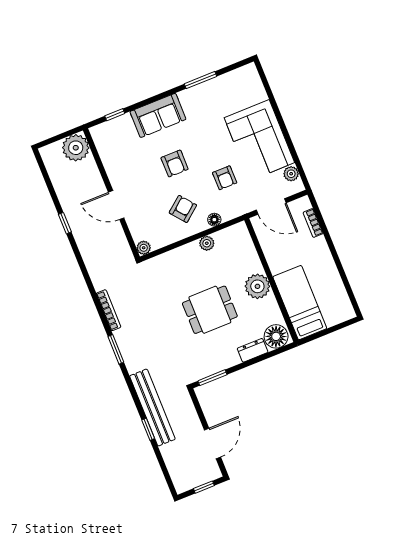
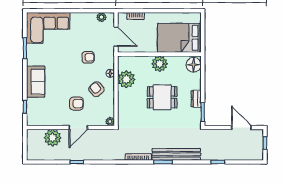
corner sofa: (259, 140) -> (48, 28), moved
plant: (76, 148) -> (53, 138), moved
armchair: (175, 163) -> (76, 104), moved
door: (271, 206) -> (116, 37), hinge flipped
plant: (207, 243) -> (126, 79), width x1.87, depth x1.87
bed: (300, 303) -> (179, 38), width x1.50
dining table: (210, 310) -> (162, 97), turned 90
dresser: (253, 350) -> (196, 99), moved
bench: (152, 408) -> (176, 154), moved

